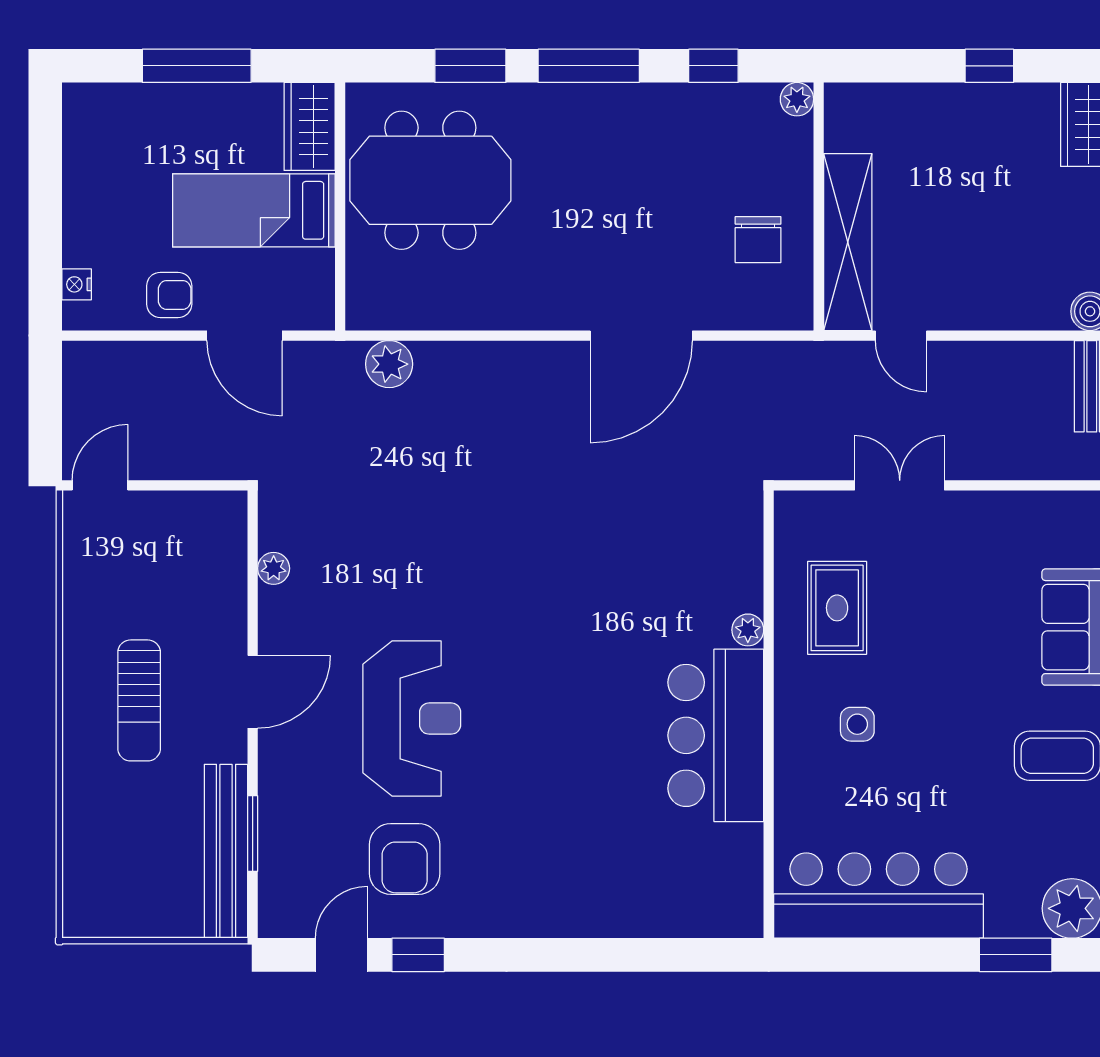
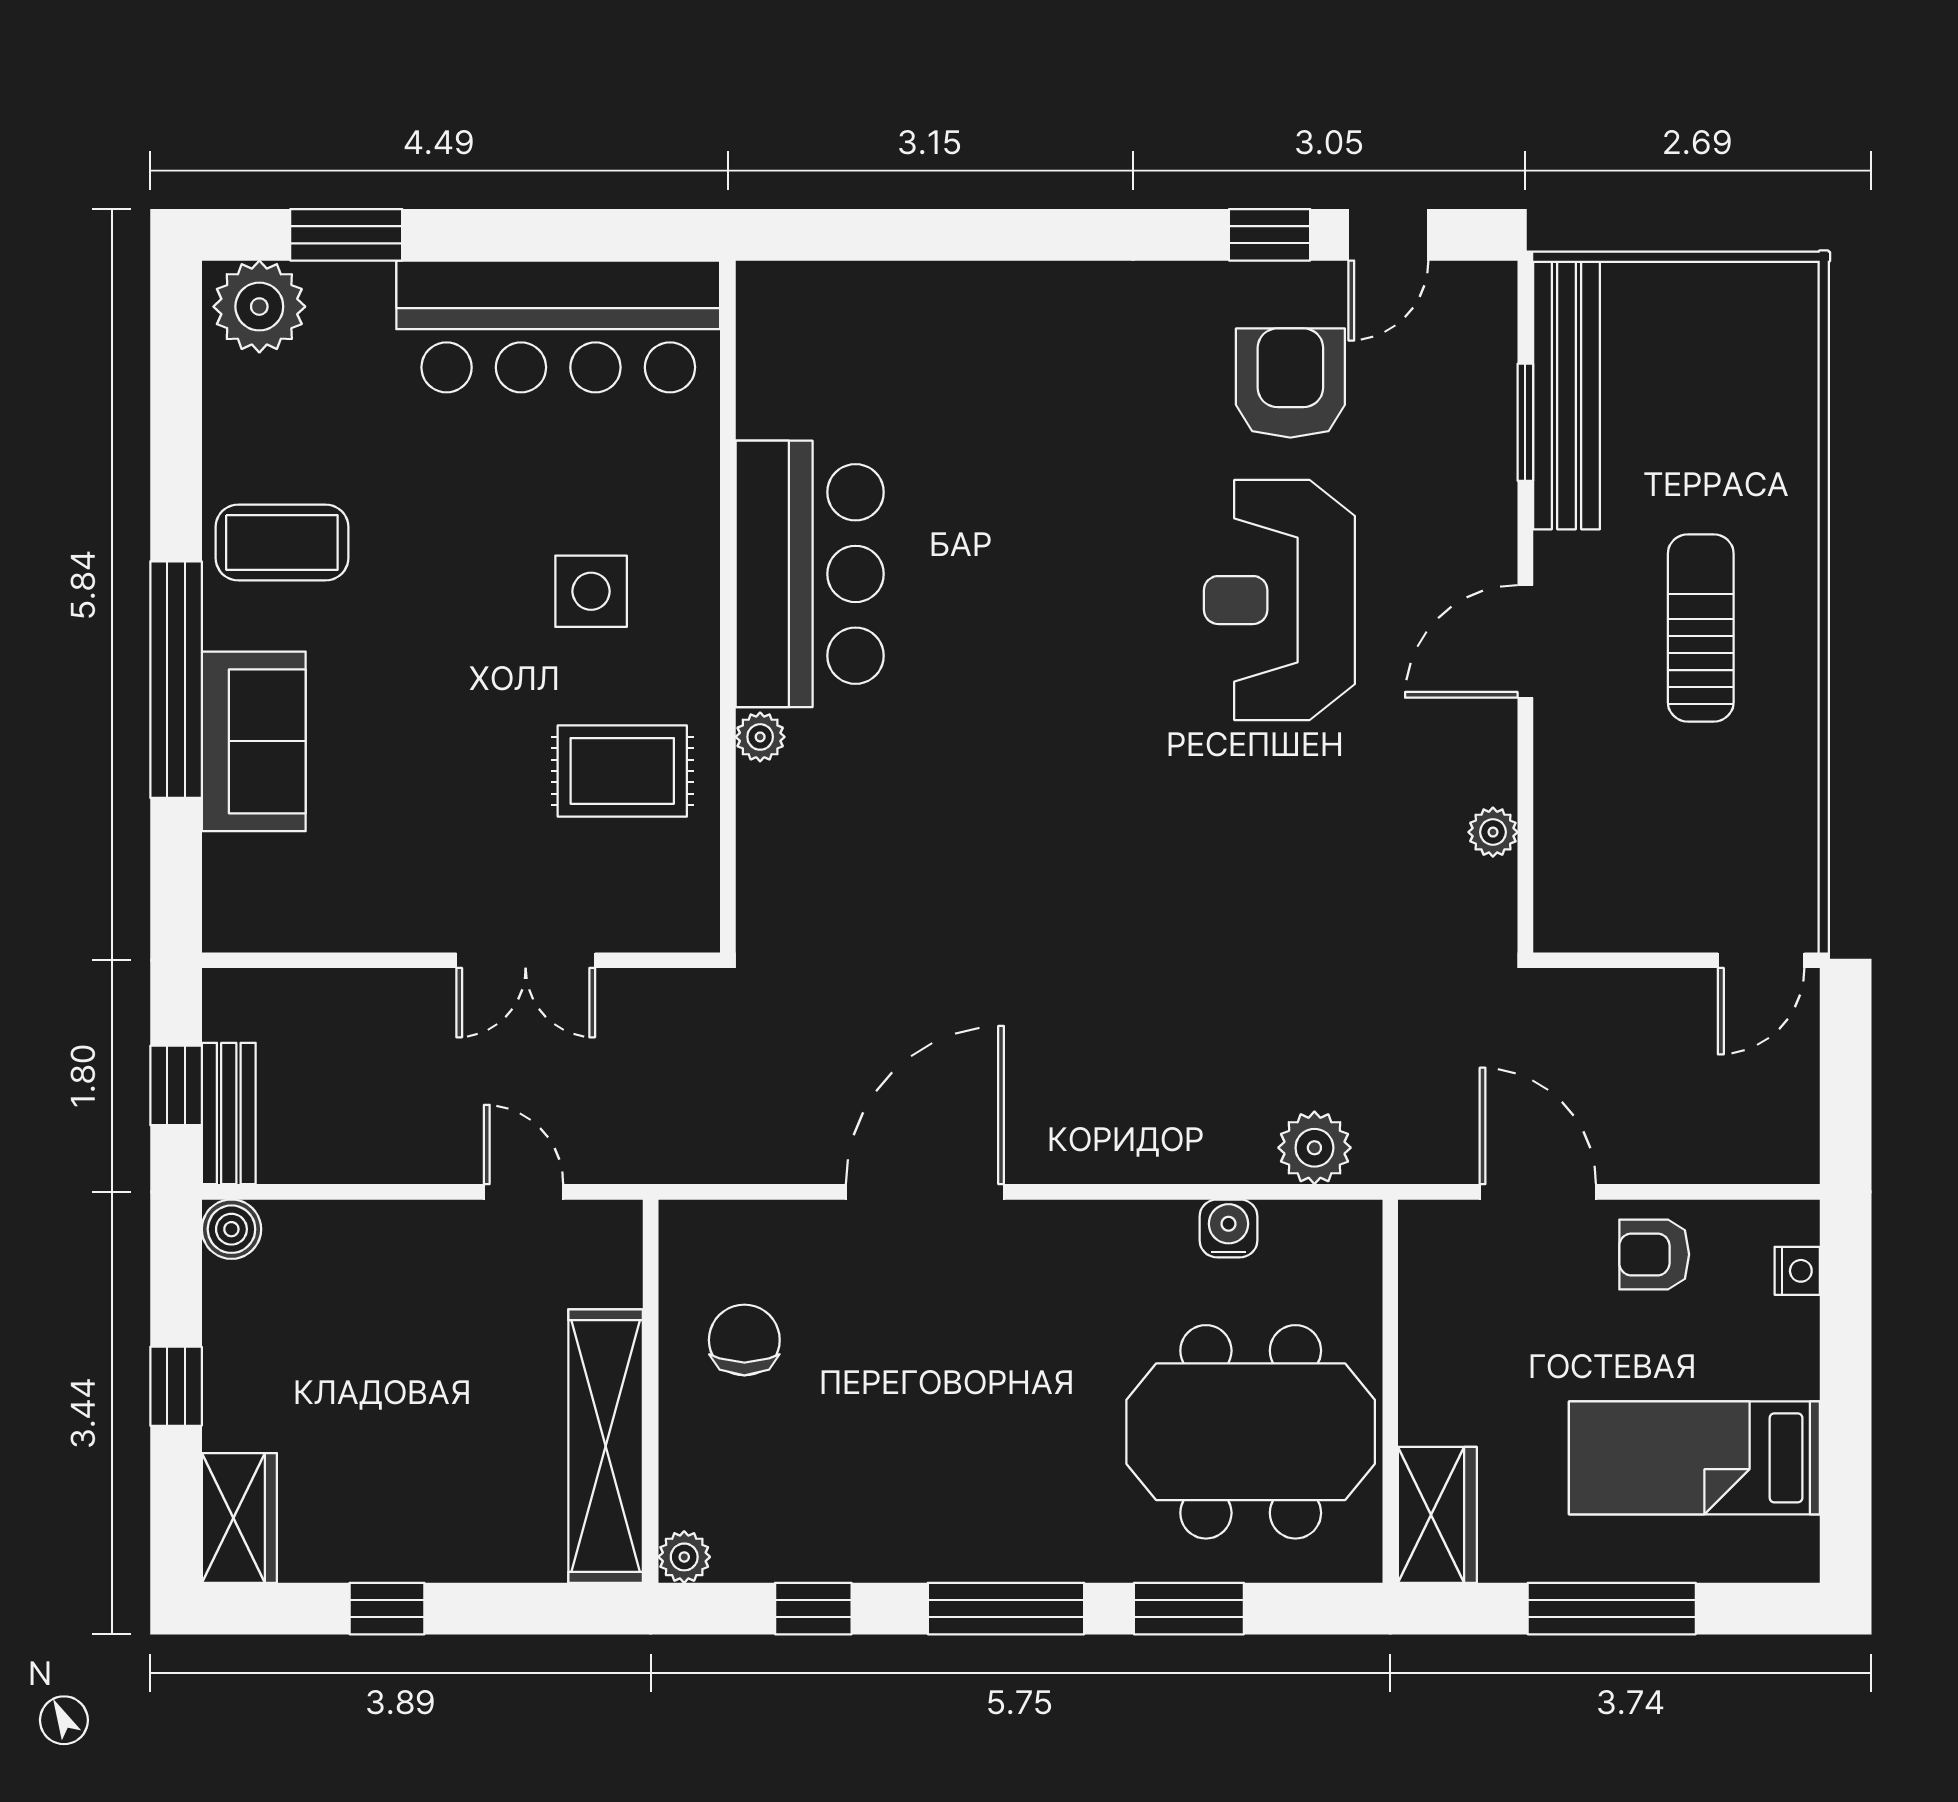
bed: (254, 210) -> (1694, 1458), moved, turned 180
shelving: (848, 242) -> (606, 1446), moved
water cooler: (445, 312) -> (1228, 1228), added
rug: (837, 608) -> (622, 771), turned 90
side table: (857, 724) -> (591, 591), width x1.37, depth x1.37

